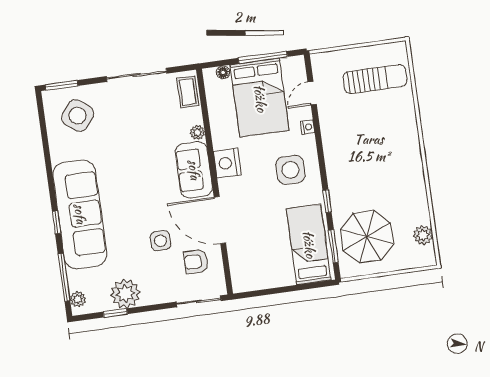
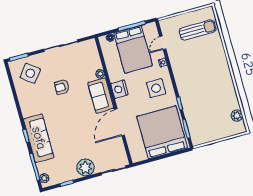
coffee table: (188, 92) -> (91, 51), removed
sofa: (80, 214) -> (39, 138), width x0.74, depth x0.79
door: (220, 220) -> (120, 122), hinge flipped
parasol: (367, 237) -> (205, 121), removed
side table: (160, 241) -> (87, 139), removed
bed: (309, 244) -> (162, 132), width x2.04
armchair: (196, 261) -> (62, 87), moved
plant: (125, 294) -> (85, 168), moved

